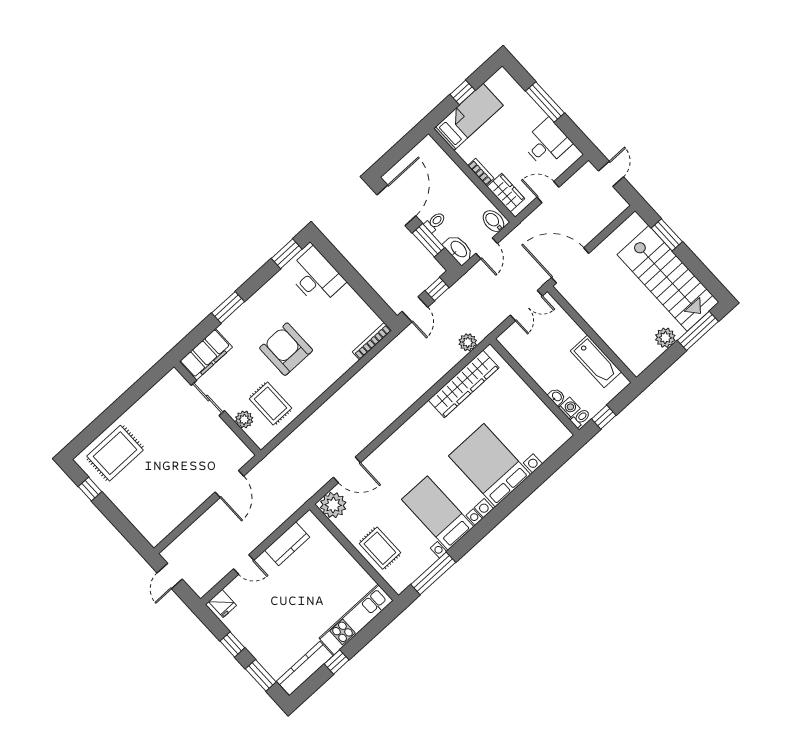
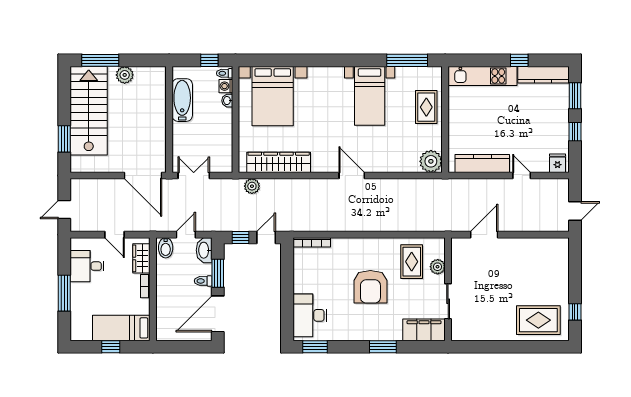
bed with nightstands: (490, 465) -> (273, 96), moved
door: (347, 470) -> (352, 176), moved
kitchen counter: (287, 544) -> (482, 164), width x1.50

